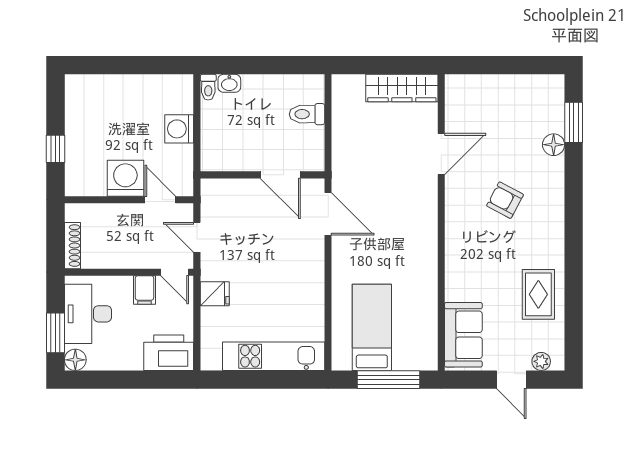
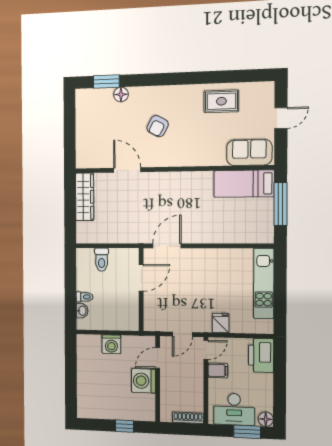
toilet: (208, 87) -> (85, 297), moved
bed: (372, 327) -> (244, 184), moved
plant: (541, 361) -> (268, 98), removed

